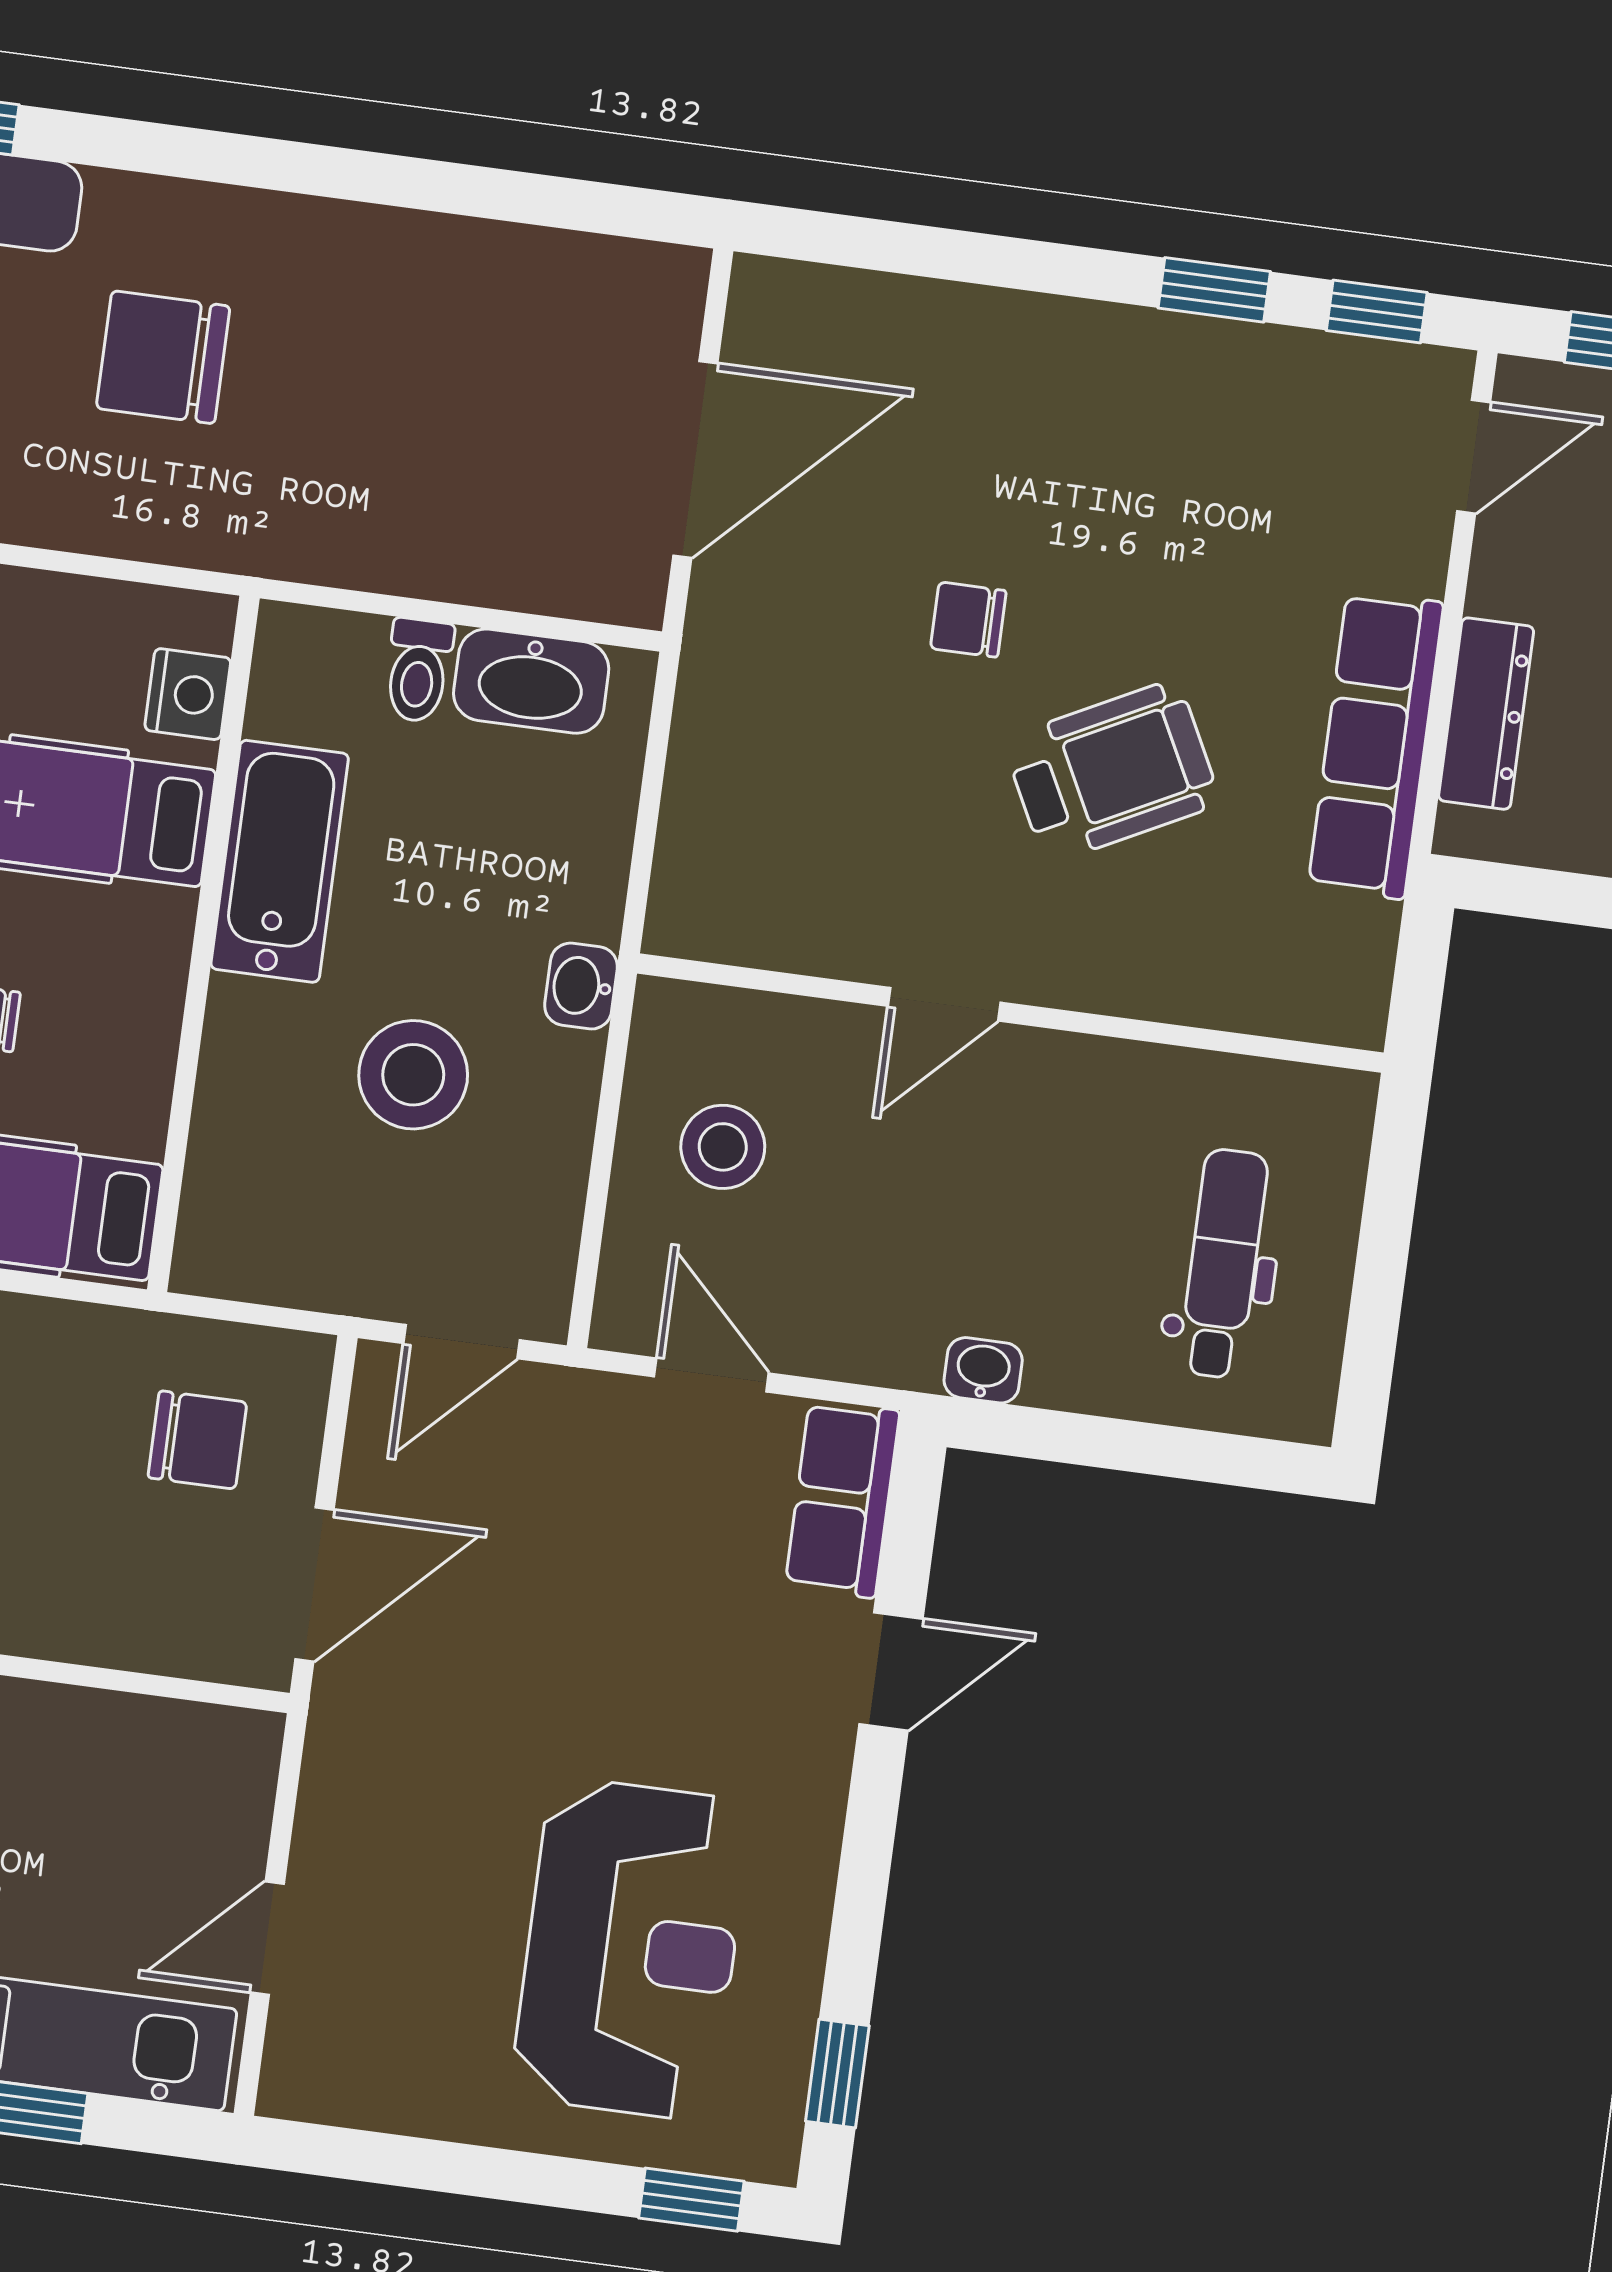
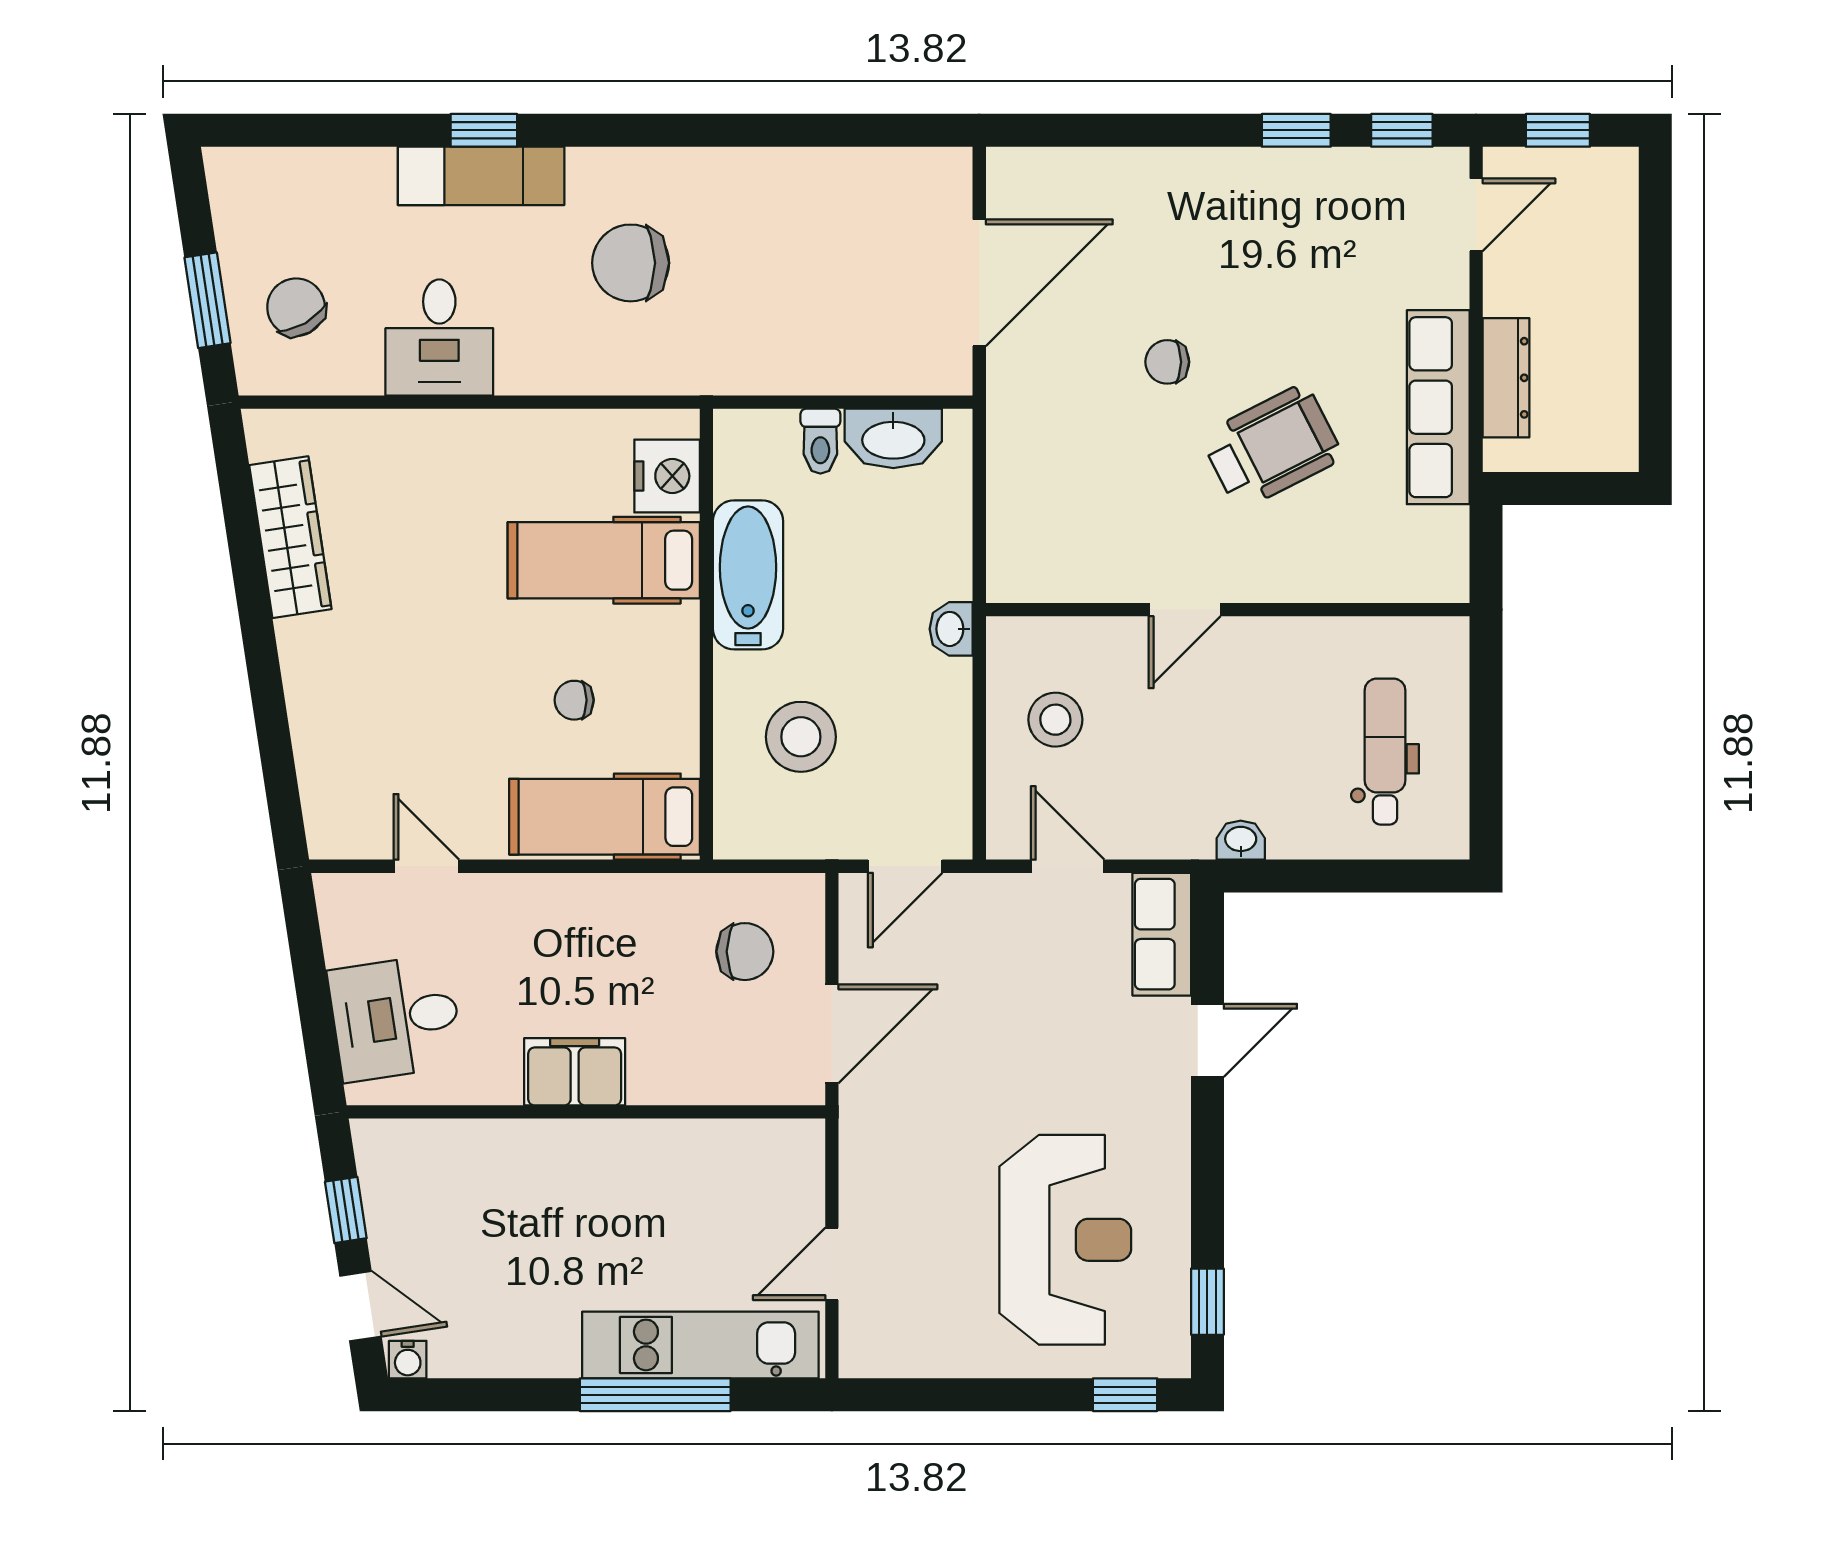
nightstand: (188, 694) -> (667, 476), width x1.36, depth x1.33
stool: (413, 1075) -> (801, 737), moved

